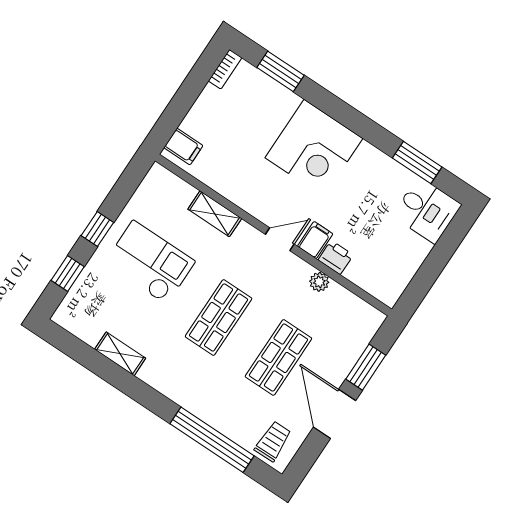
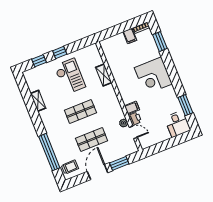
filing cabinet: (183, 147) -> (130, 36), moved
door: (280, 239) -> (133, 132), moved

